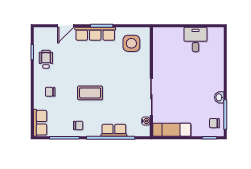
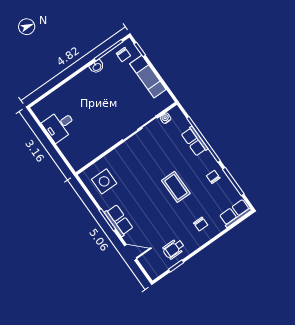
row of seats: (95, 34) -> (119, 220), width x0.68
exam couch: (172, 130) -> (148, 77), moved

